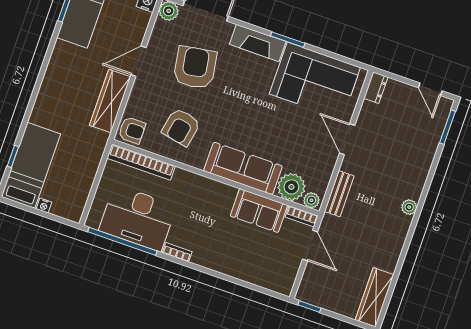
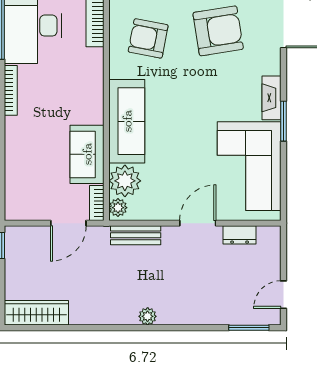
fireplace: (258, 43) -> (272, 98), width x0.73, depth x0.76
dresser: (376, 88) -> (240, 235), moved
bookcase: (177, 252) -> (11, 90), width x1.56

